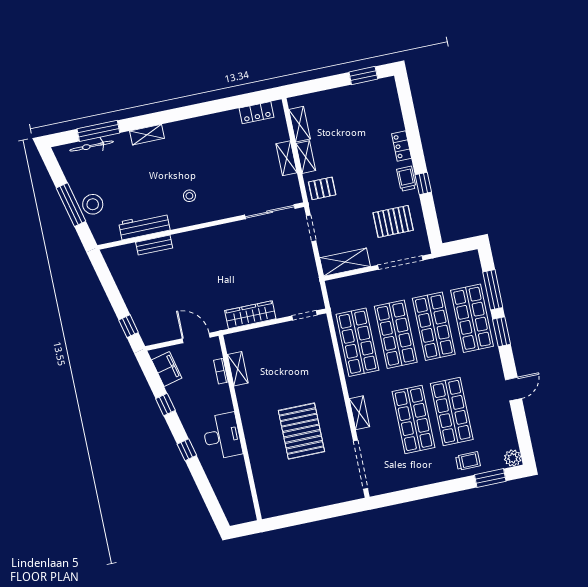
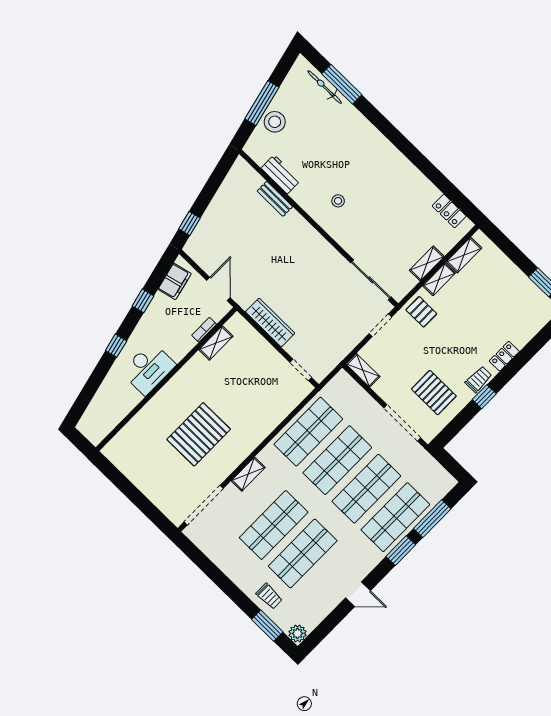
shelving: (147, 135) -> (367, 129), removed
workbench: (144, 226) -> (281, 174), width x0.73
shelving: (345, 262) -> (363, 370), width x0.67, depth x0.75

